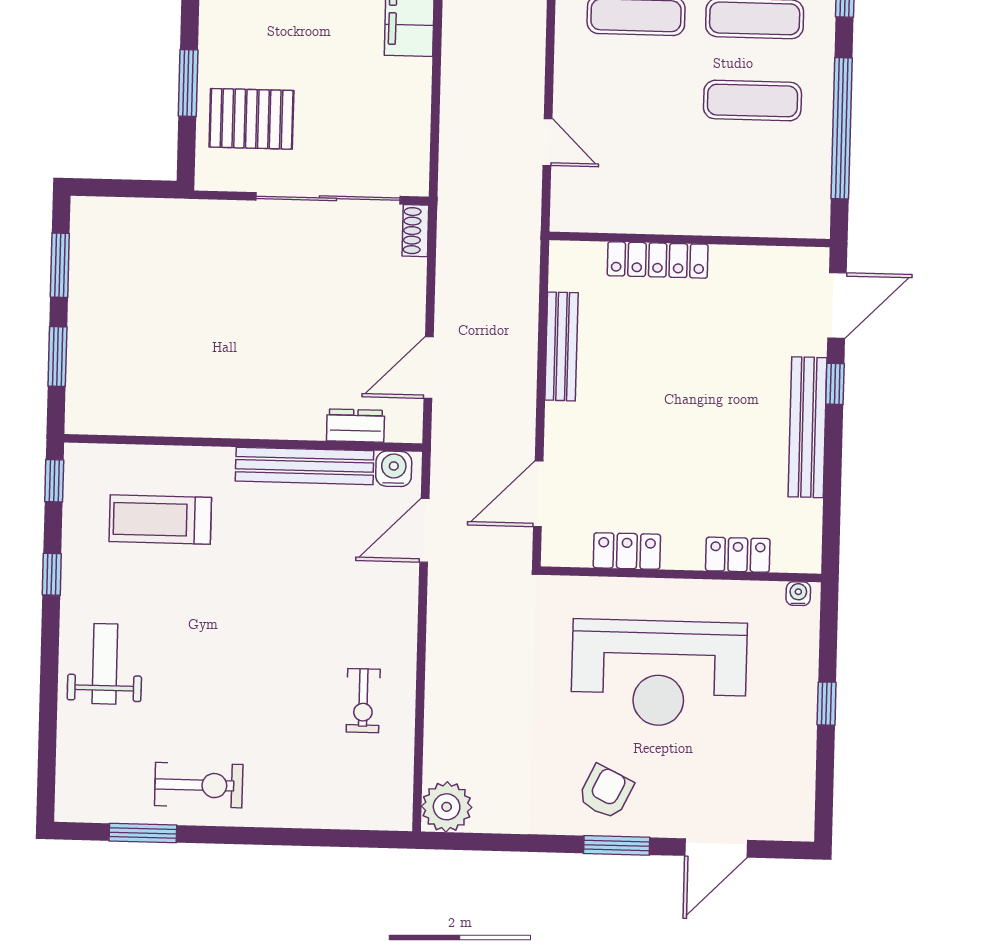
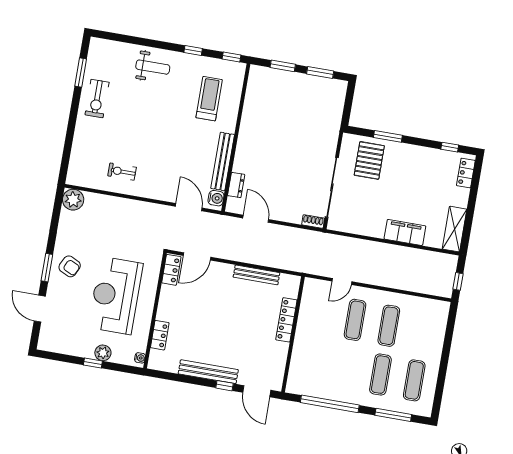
exercise mat: (752, 101) -> (355, 320), moved
door: (538, 494) -> (197, 256), swing flipped
locker: (627, 551) -> (171, 270), moved
plant: (799, 683) -> (103, 353), added

